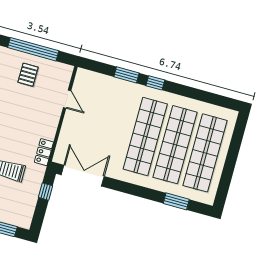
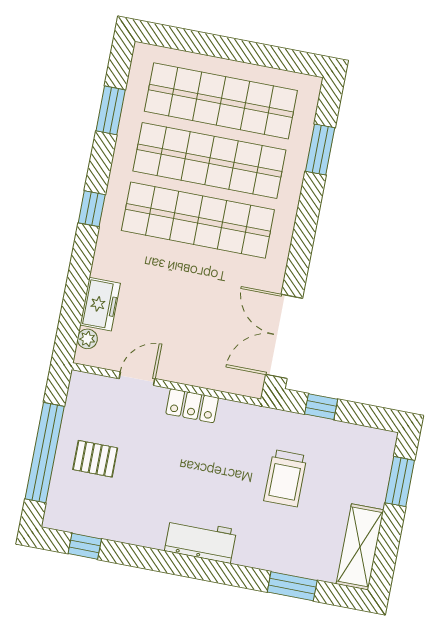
plant: (89, 75) -> (87, 339), added
window: (127, 75) -> (111, 110), moved
freezer: (106, 83) -> (100, 304), added
locker: (44, 152) -> (192, 406), moved

